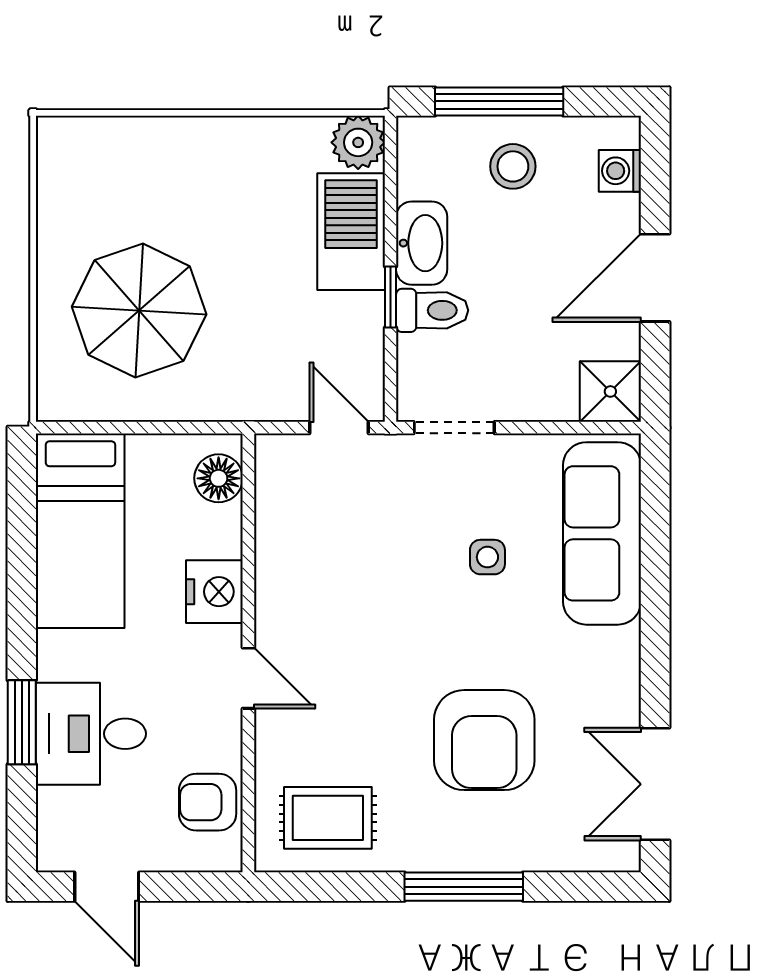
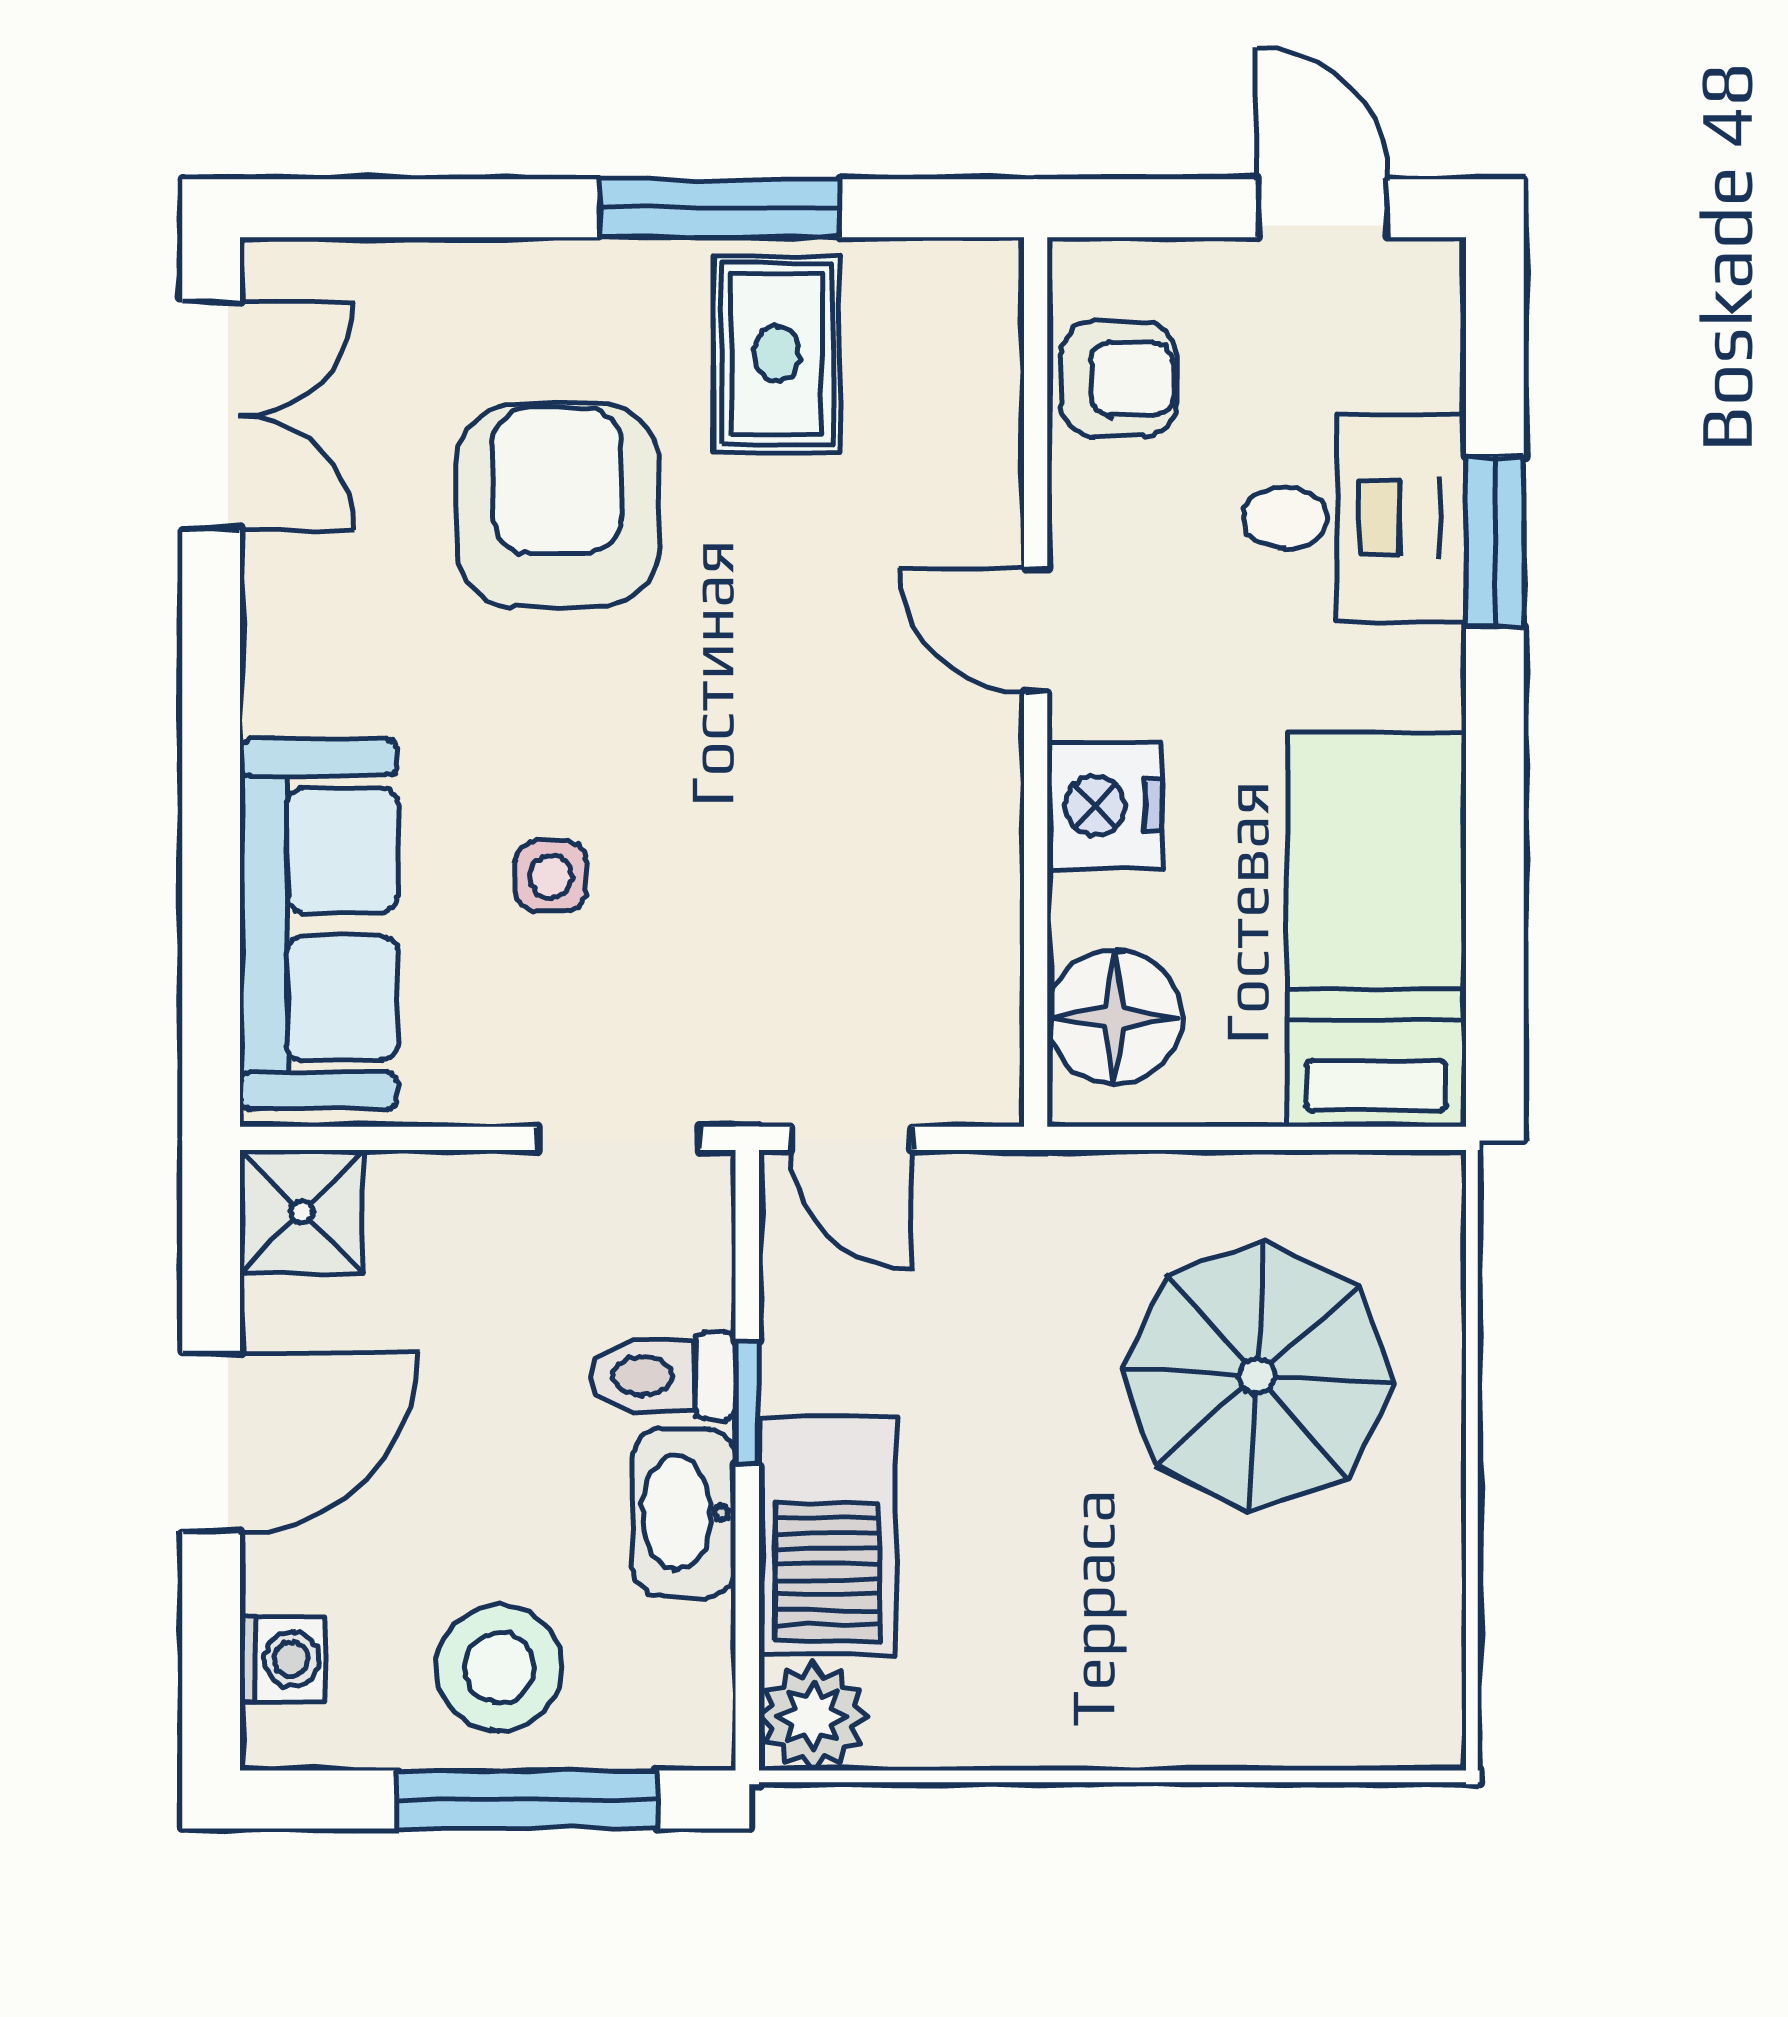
stool: (513, 166) -> (499, 1668), width x1.38, depth x1.38
floor lamp: (219, 478) -> (1114, 1017), width x1.38, depth x1.38
rug: (328, 818) -> (777, 354), moved, turned 90
window: (464, 887) -> (720, 208), moved

